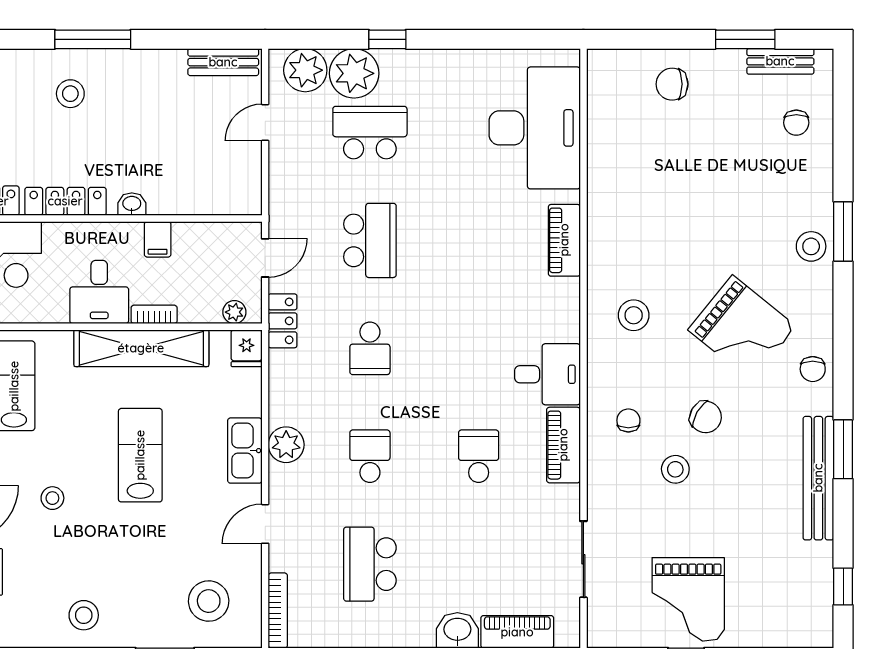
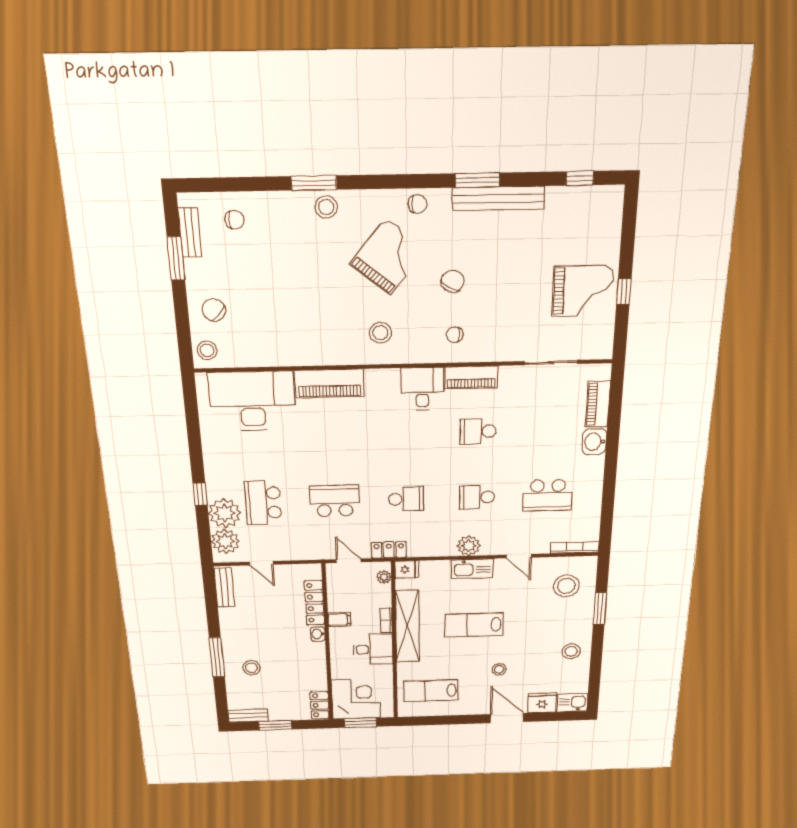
chair: (672, 84) -> (214, 310), turned 136
locker: (65, 201) -> (314, 603), moved
piano: (564, 240) -> (329, 384), width x1.37, depth x1.33
stool: (675, 469) -> (207, 350), moved

